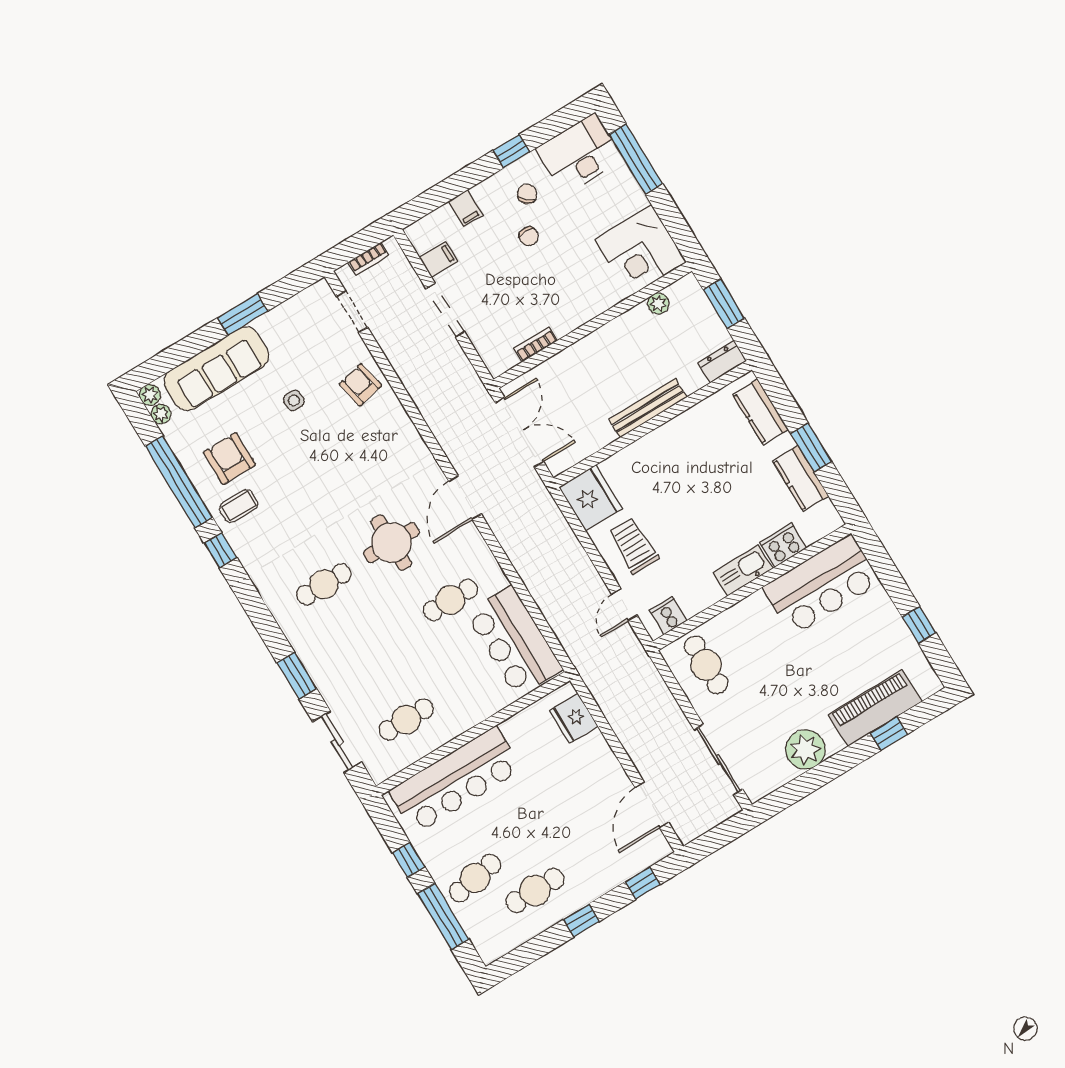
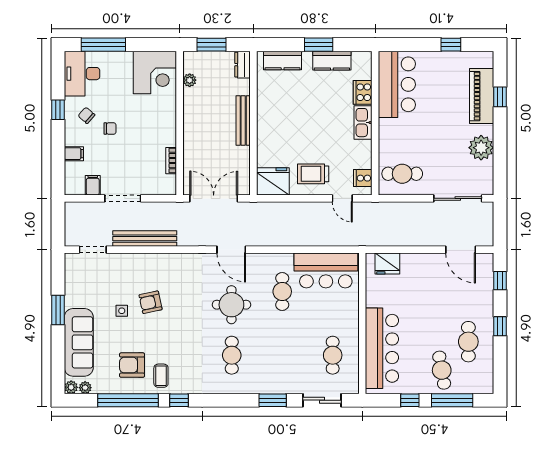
bookcase: (368, 259) -> (69, 223), removed
bench: (409, 373) -> (145, 239), added
armchair: (360, 385) -> (151, 302), moved

